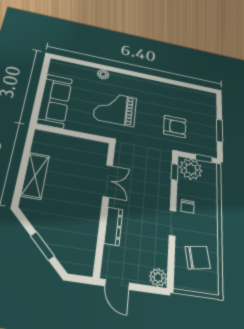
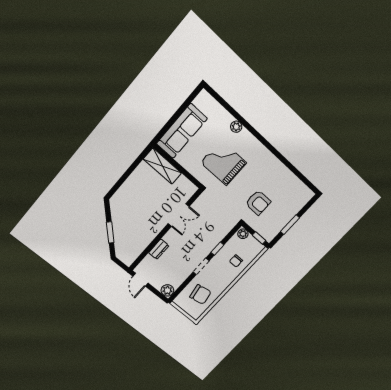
plant: (191, 169) -> (243, 234), width x0.53, depth x0.53
window: (175, 172) -> (217, 249), moved
shelving: (35, 176) -> (162, 166), moved, turned 90
chair: (188, 206) -> (236, 261), moved
dresser: (113, 226) -> (159, 249), width x0.70

